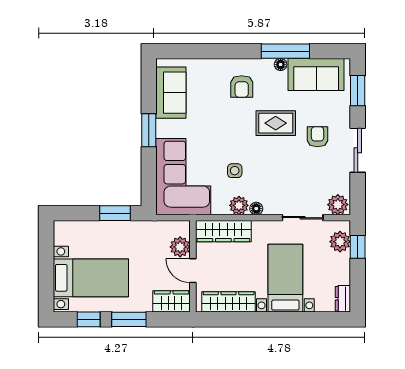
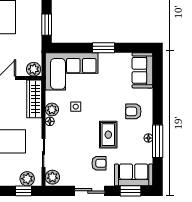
sofa: (316, 74) -> (134, 175), moved, turned 90
sofa: (171, 93) -> (142, 70), moved, turned 90
plant: (180, 247) -> (34, 69), moved

